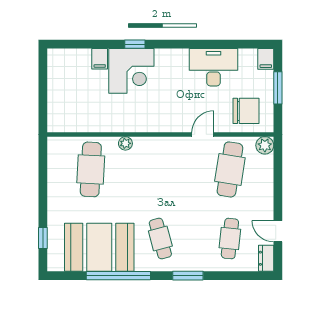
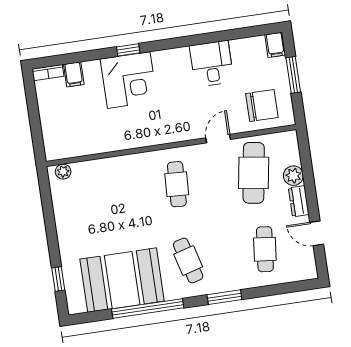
bookcase: (61, 54) -> (48, 73), added
filing cabinet: (100, 59) -> (74, 74), moved
desk: (213, 67) -> (212, 64), width x0.73
plant: (125, 143) -> (63, 172), moved
plant: (265, 145) -> (293, 176), moved
cafe table: (91, 169) -> (177, 184), moved, width x0.73, depth x0.74
dresser: (266, 258) -> (299, 201), moved

